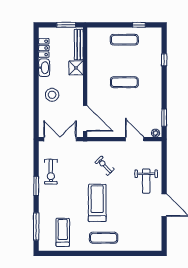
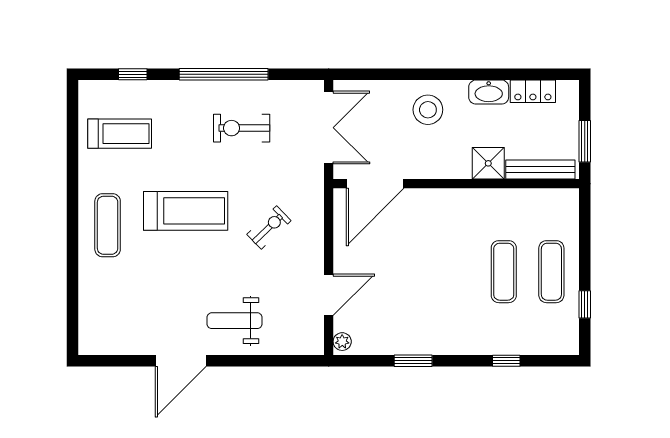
exercise mat: (124, 82) -> (504, 272), moved
window: (164, 118) -> (413, 361), moved
exercise bike: (51, 172) -> (242, 128), moved
window: (36, 186) -> (224, 74), width x2.11
window: (36, 226) -> (133, 74), width x0.46

